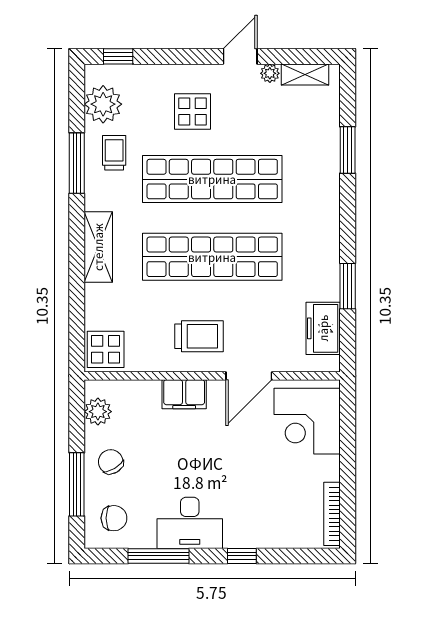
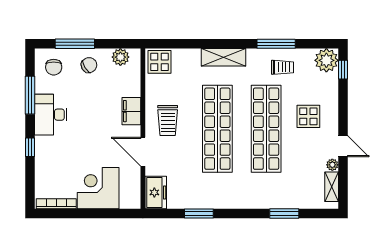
plant: (103, 104) -> (326, 60), moved
freezer: (323, 328) -> (156, 192), moved, turned 90
corner desk: (307, 421) -> (98, 188), moved

